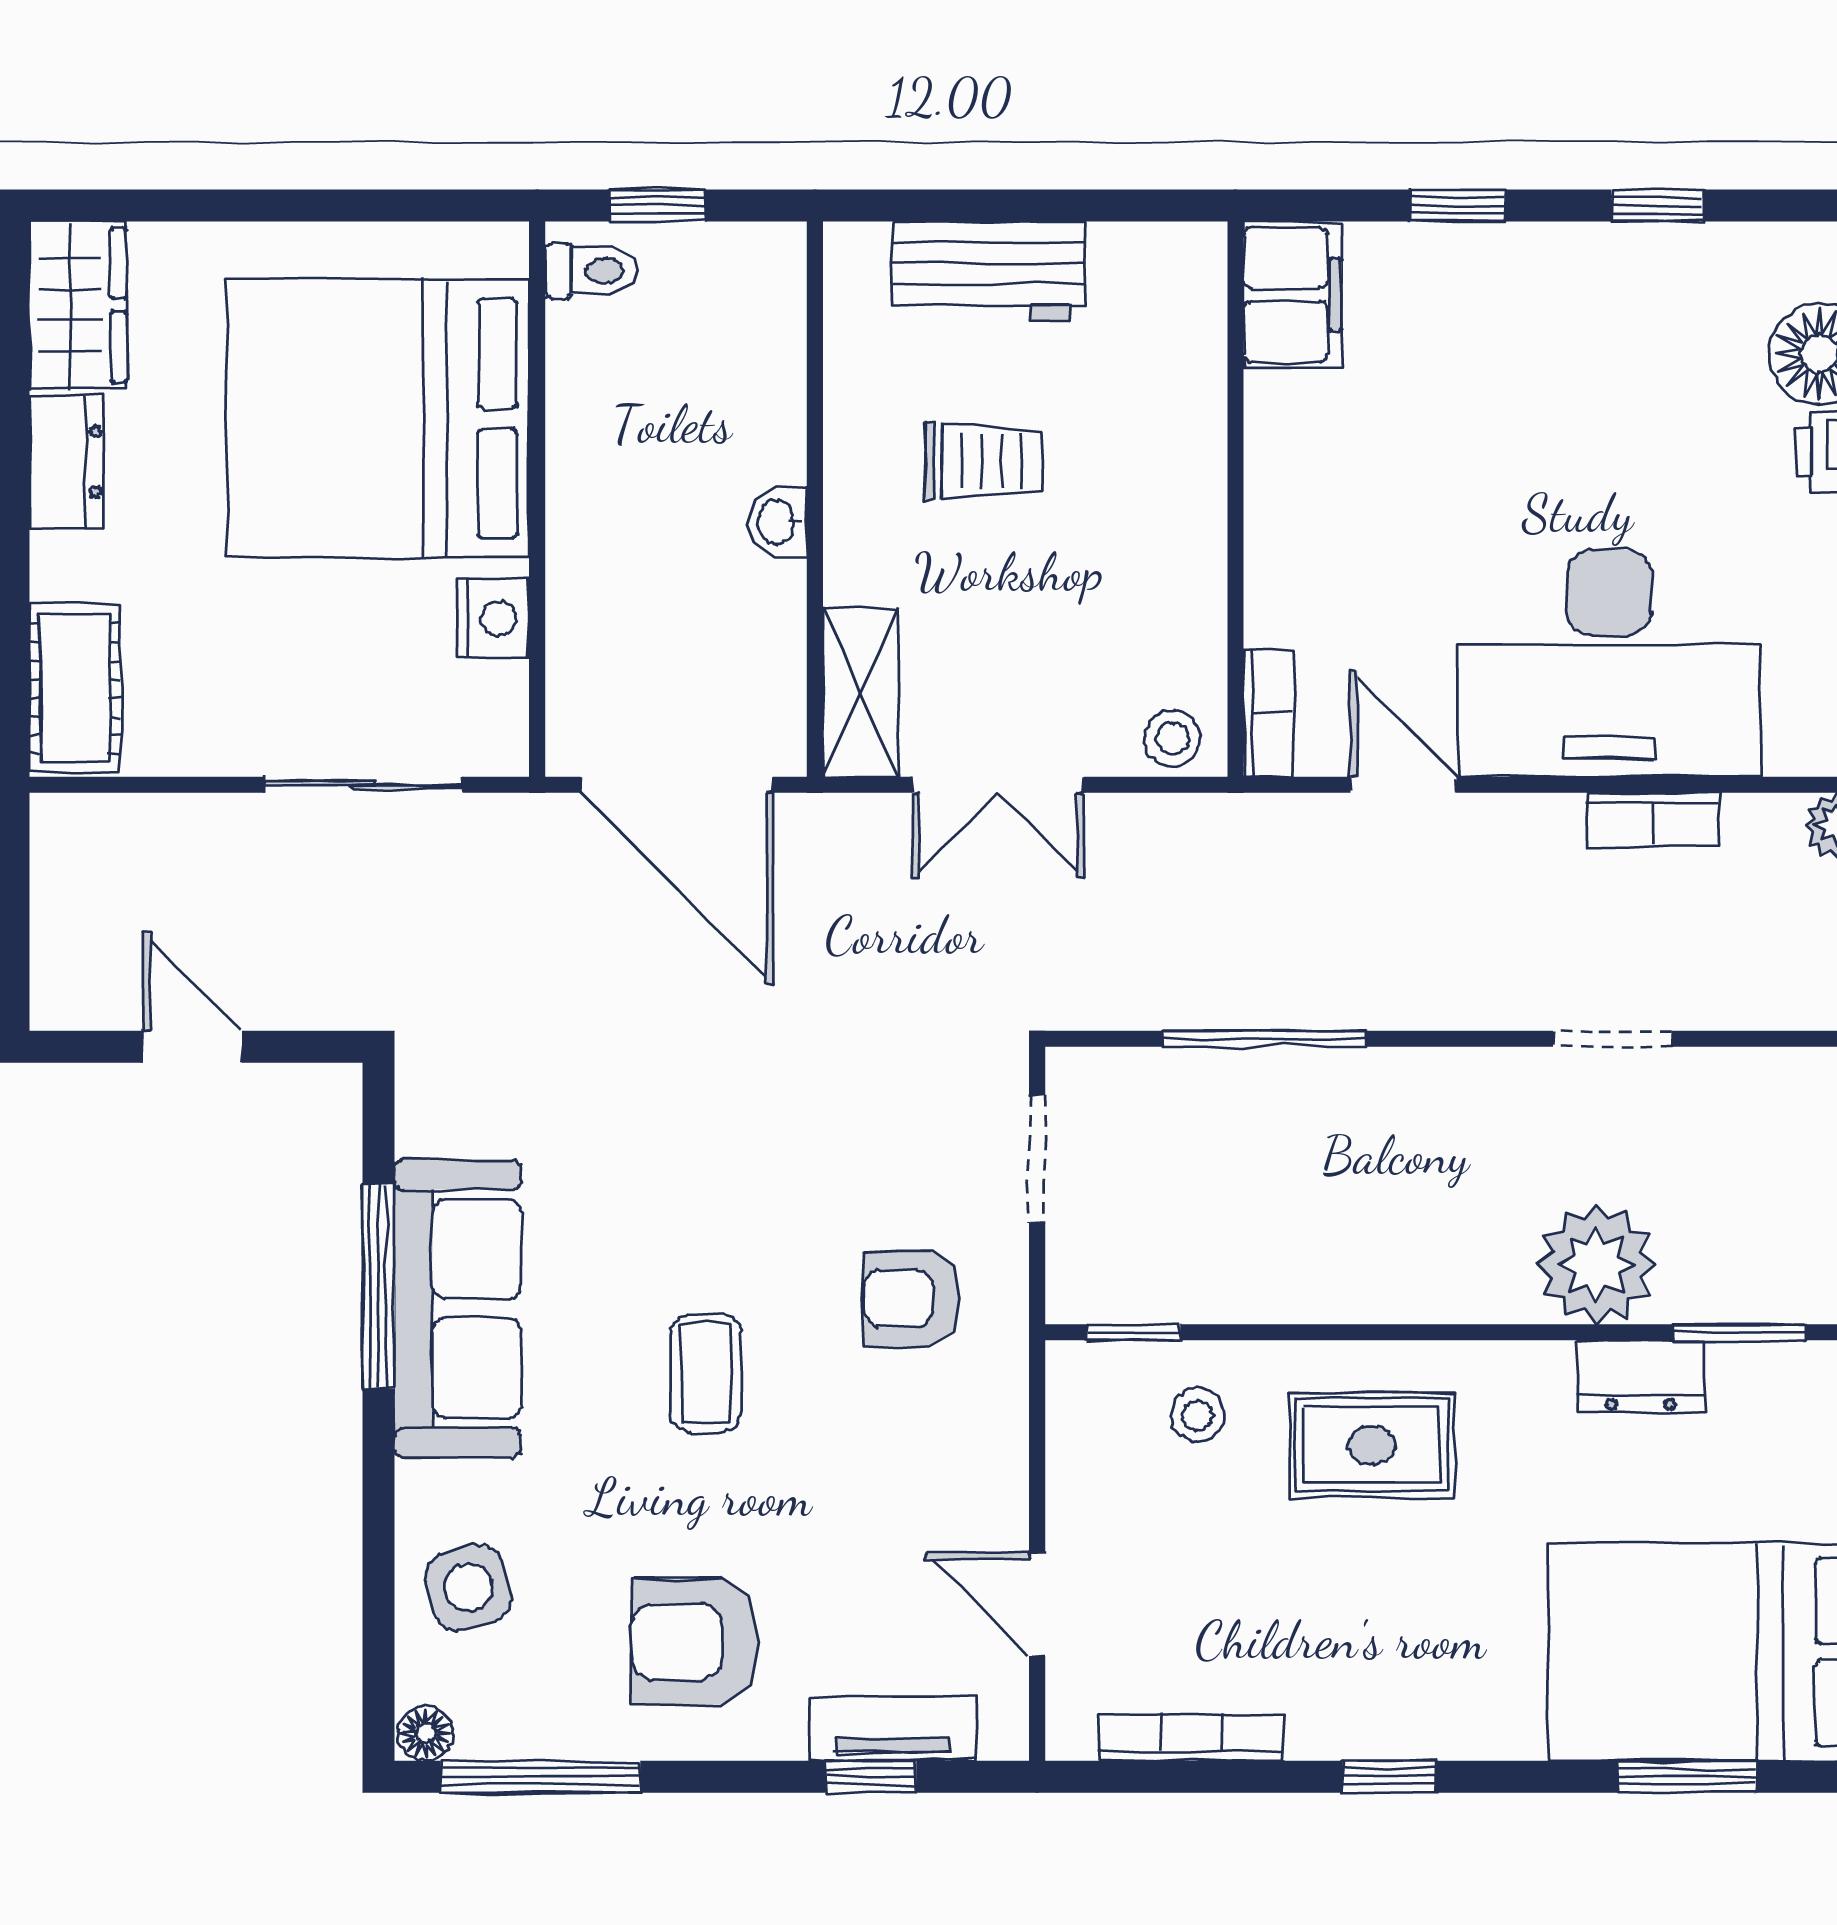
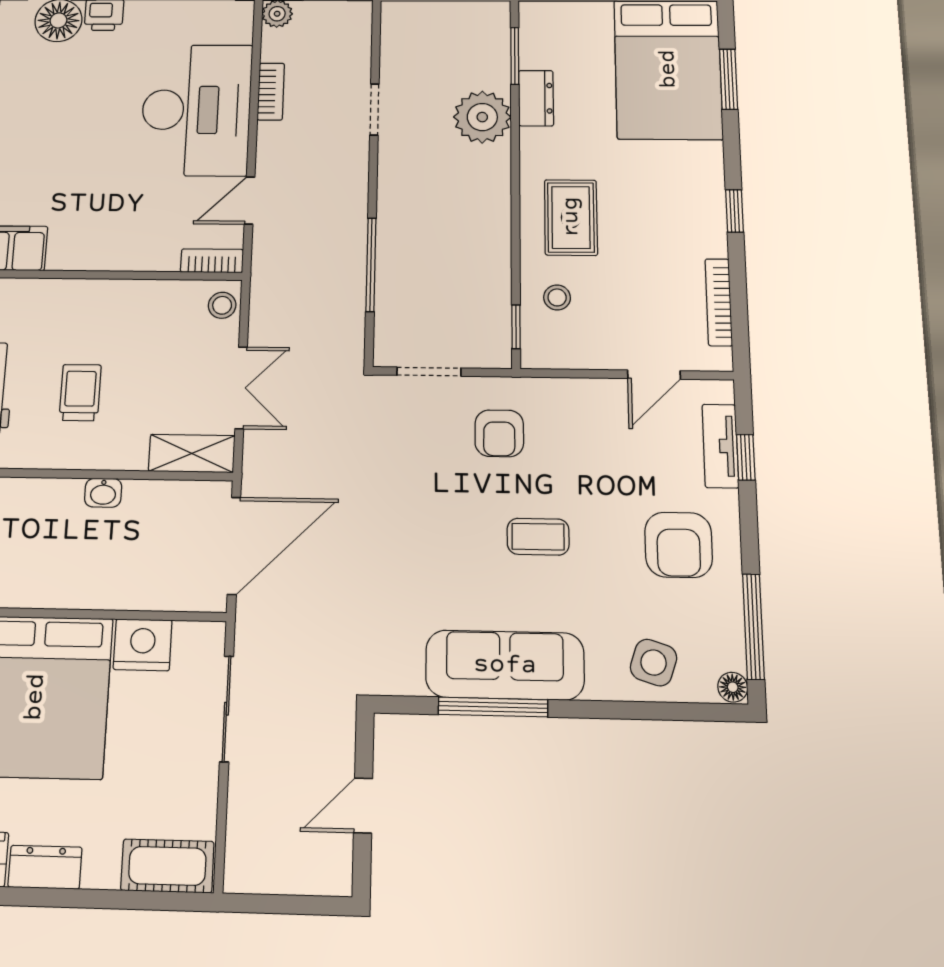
nightstand: (493, 618) -> (143, 645), width x1.36, depth x1.33
side table: (468, 1587) -> (654, 663), turned 34

